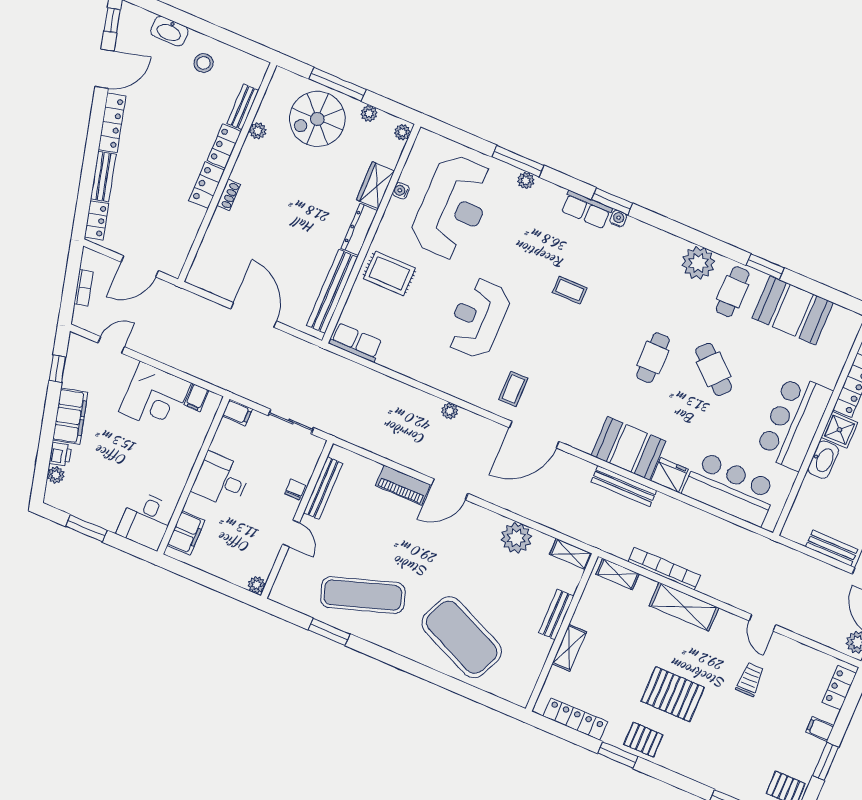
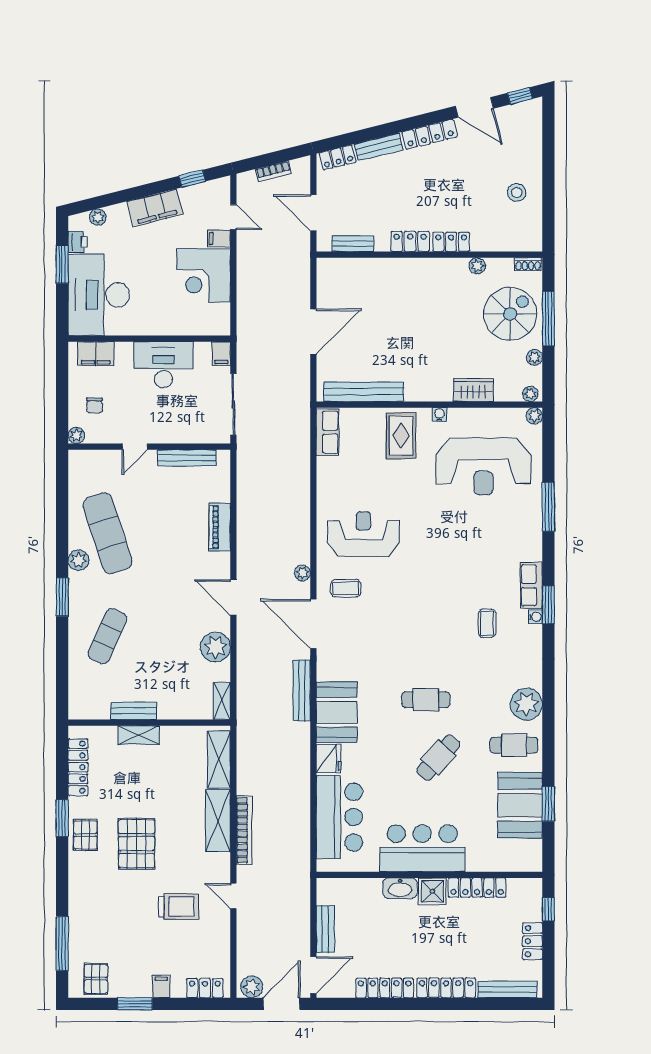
washbasin: (169, 31) -> (532, 150), removed
bench: (243, 107) -> (353, 244), moved
spiral stairs: (317, 119) -> (510, 314), turned 90
plant: (526, 181) -> (534, 416), moved
water cooler: (401, 191) -> (439, 415), moved
shoe rack: (229, 195) -> (528, 264), moved
dresser: (359, 229) -> (428, 392), removed
window: (765, 267) -> (548, 804), moved
coffee table: (570, 290) -> (487, 623), moved
reception desk: (478, 318) -> (363, 534), moved
filing cabinet: (197, 398) -> (219, 239), moved
plant: (450, 411) -> (302, 573), moved
sliding door: (291, 422) -> (233, 404), width x1.37
printer: (60, 454) -> (78, 242), moved, turned -76
desk: (221, 480) -> (163, 365), width x1.37
bench: (624, 486) -> (302, 690), moved
chair: (295, 489) -> (95, 406), moved, turned 90
door: (450, 489) -> (233, 597), moved
desk: (146, 520) -> (99, 295), width x1.87, depth x1.30
bookcase: (664, 569) -> (244, 830), moved
shelving: (618, 574) -> (219, 759), width x1.50, depth x1.33
bench: (556, 614) -> (134, 711), moved
door: (762, 623) -> (233, 896), hinge flipped
window: (329, 632) -> (62, 597), moved
plant: (377, 634) -> (78, 560), added
exercise mat: (462, 637) -> (107, 636), width x0.50, depth x0.69
trolley: (750, 680) -> (179, 906), width x1.36, depth x1.39

